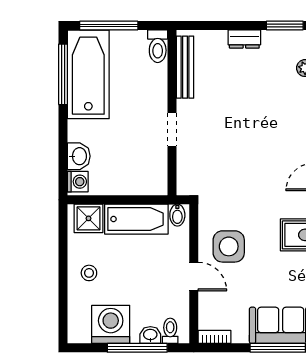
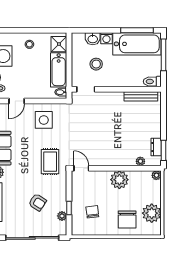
dresser: (244, 39) -> (156, 147), moved
doorway: (172, 130) -> (86, 89), moved
stool: (125, 150) -> (96, 64), added
washing machine: (78, 182) -> (106, 38), moved
door: (194, 277) -> (17, 101), moved

